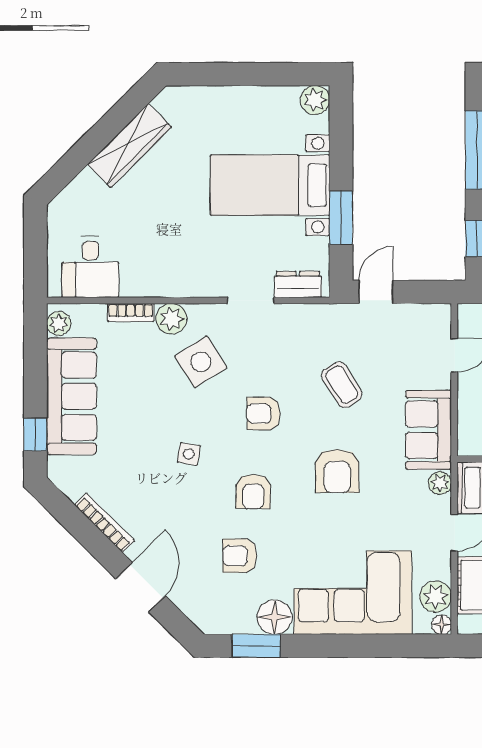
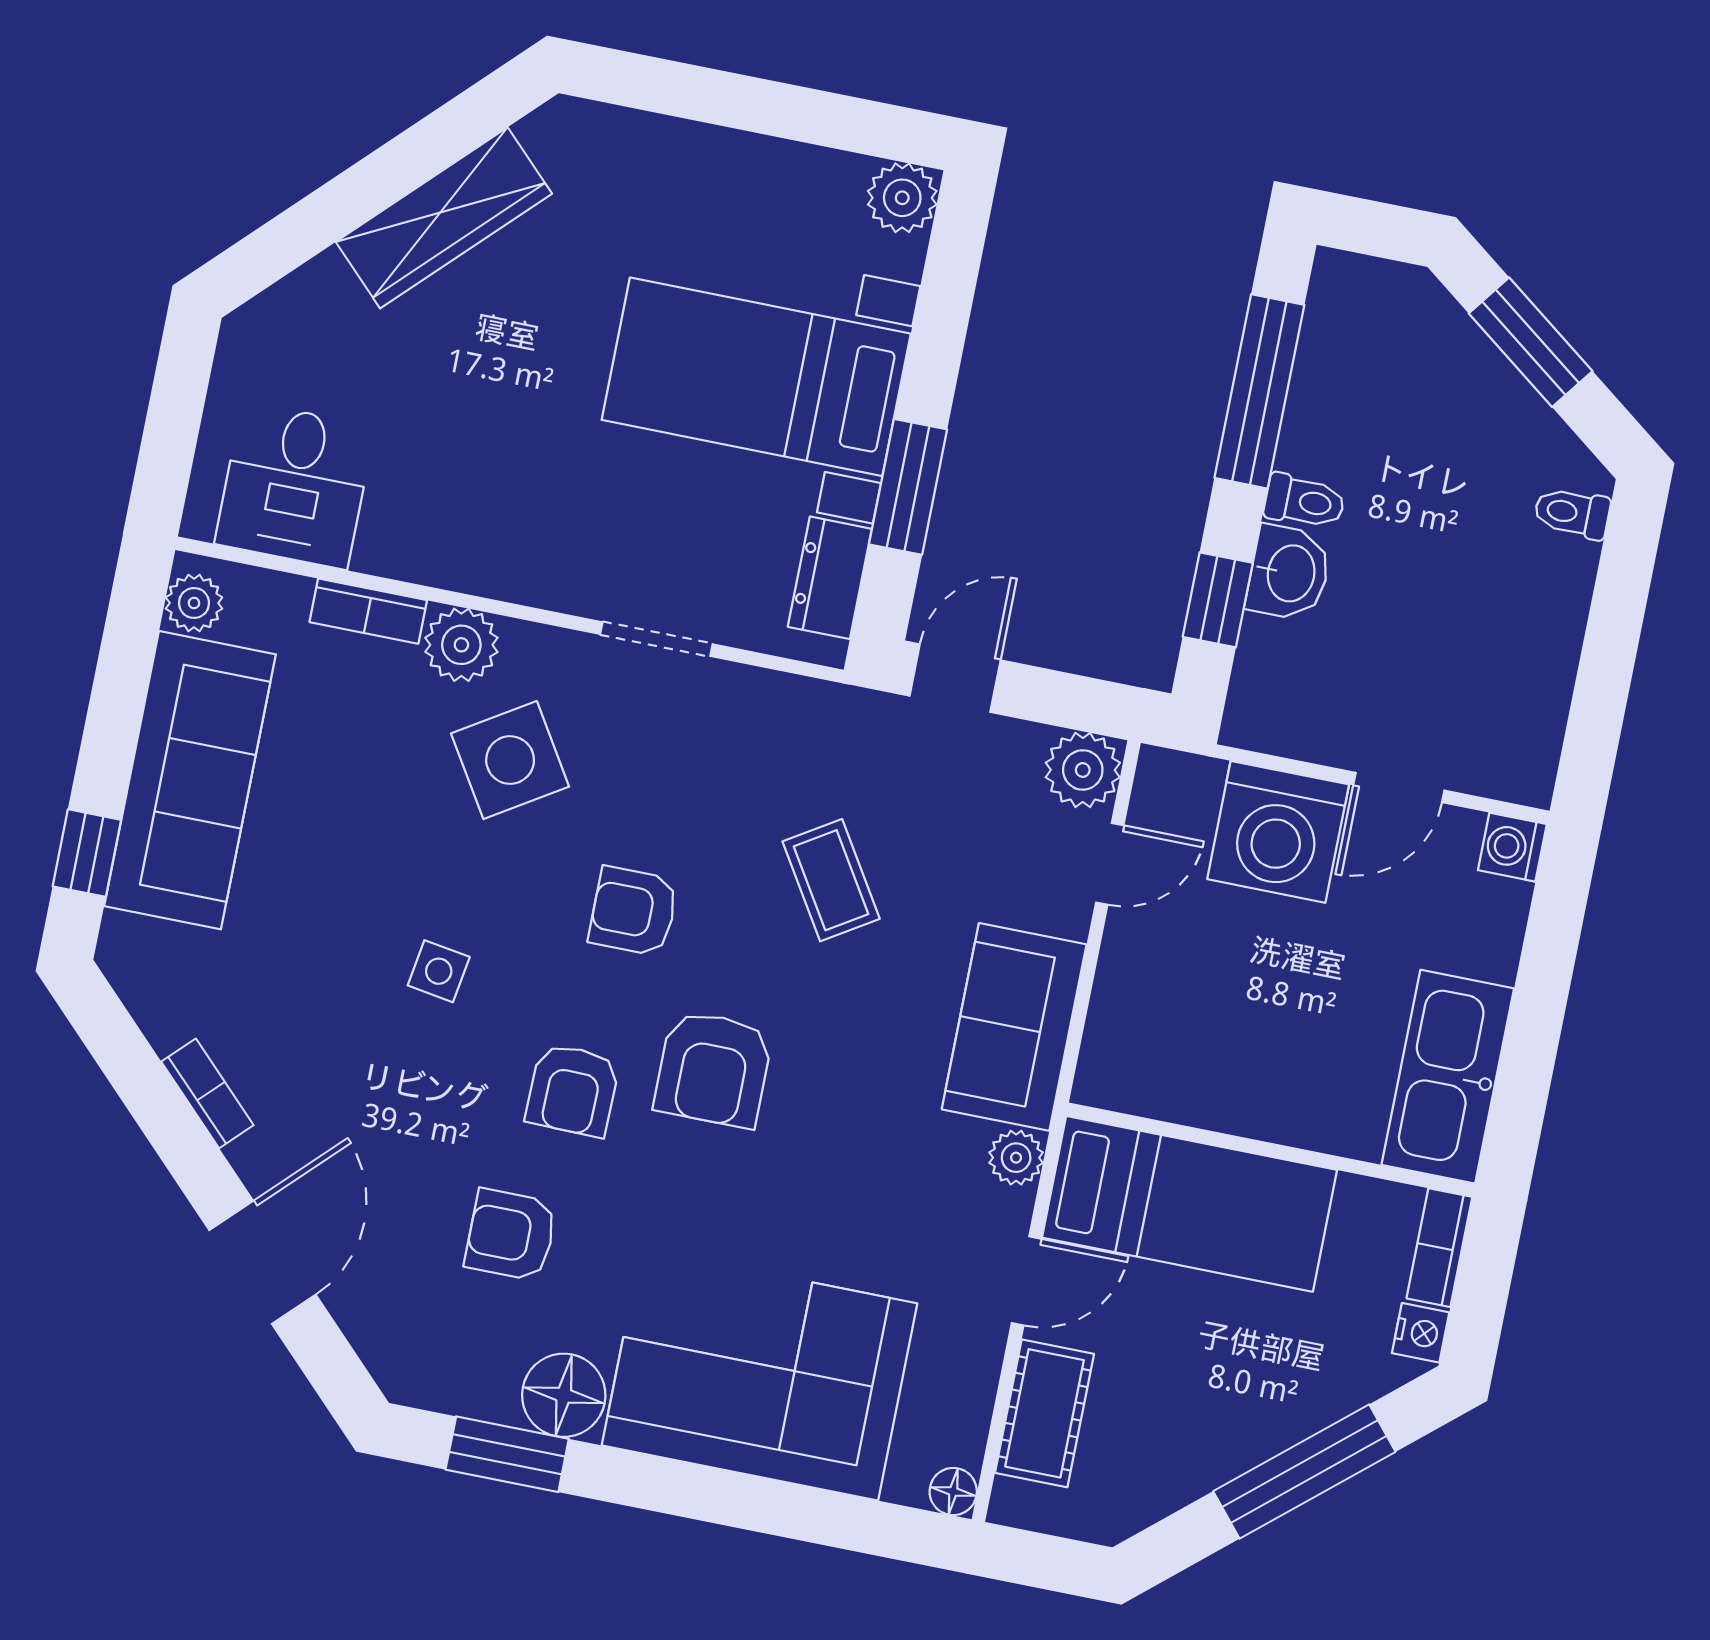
dresser: (298, 284) -> (830, 578), moved, turned -90
armchair: (337, 471) -> (713, 1069), moved
bookcase: (104, 523) -> (207, 1093), width x0.64
plant: (436, 597) -> (1083, 770), moved

